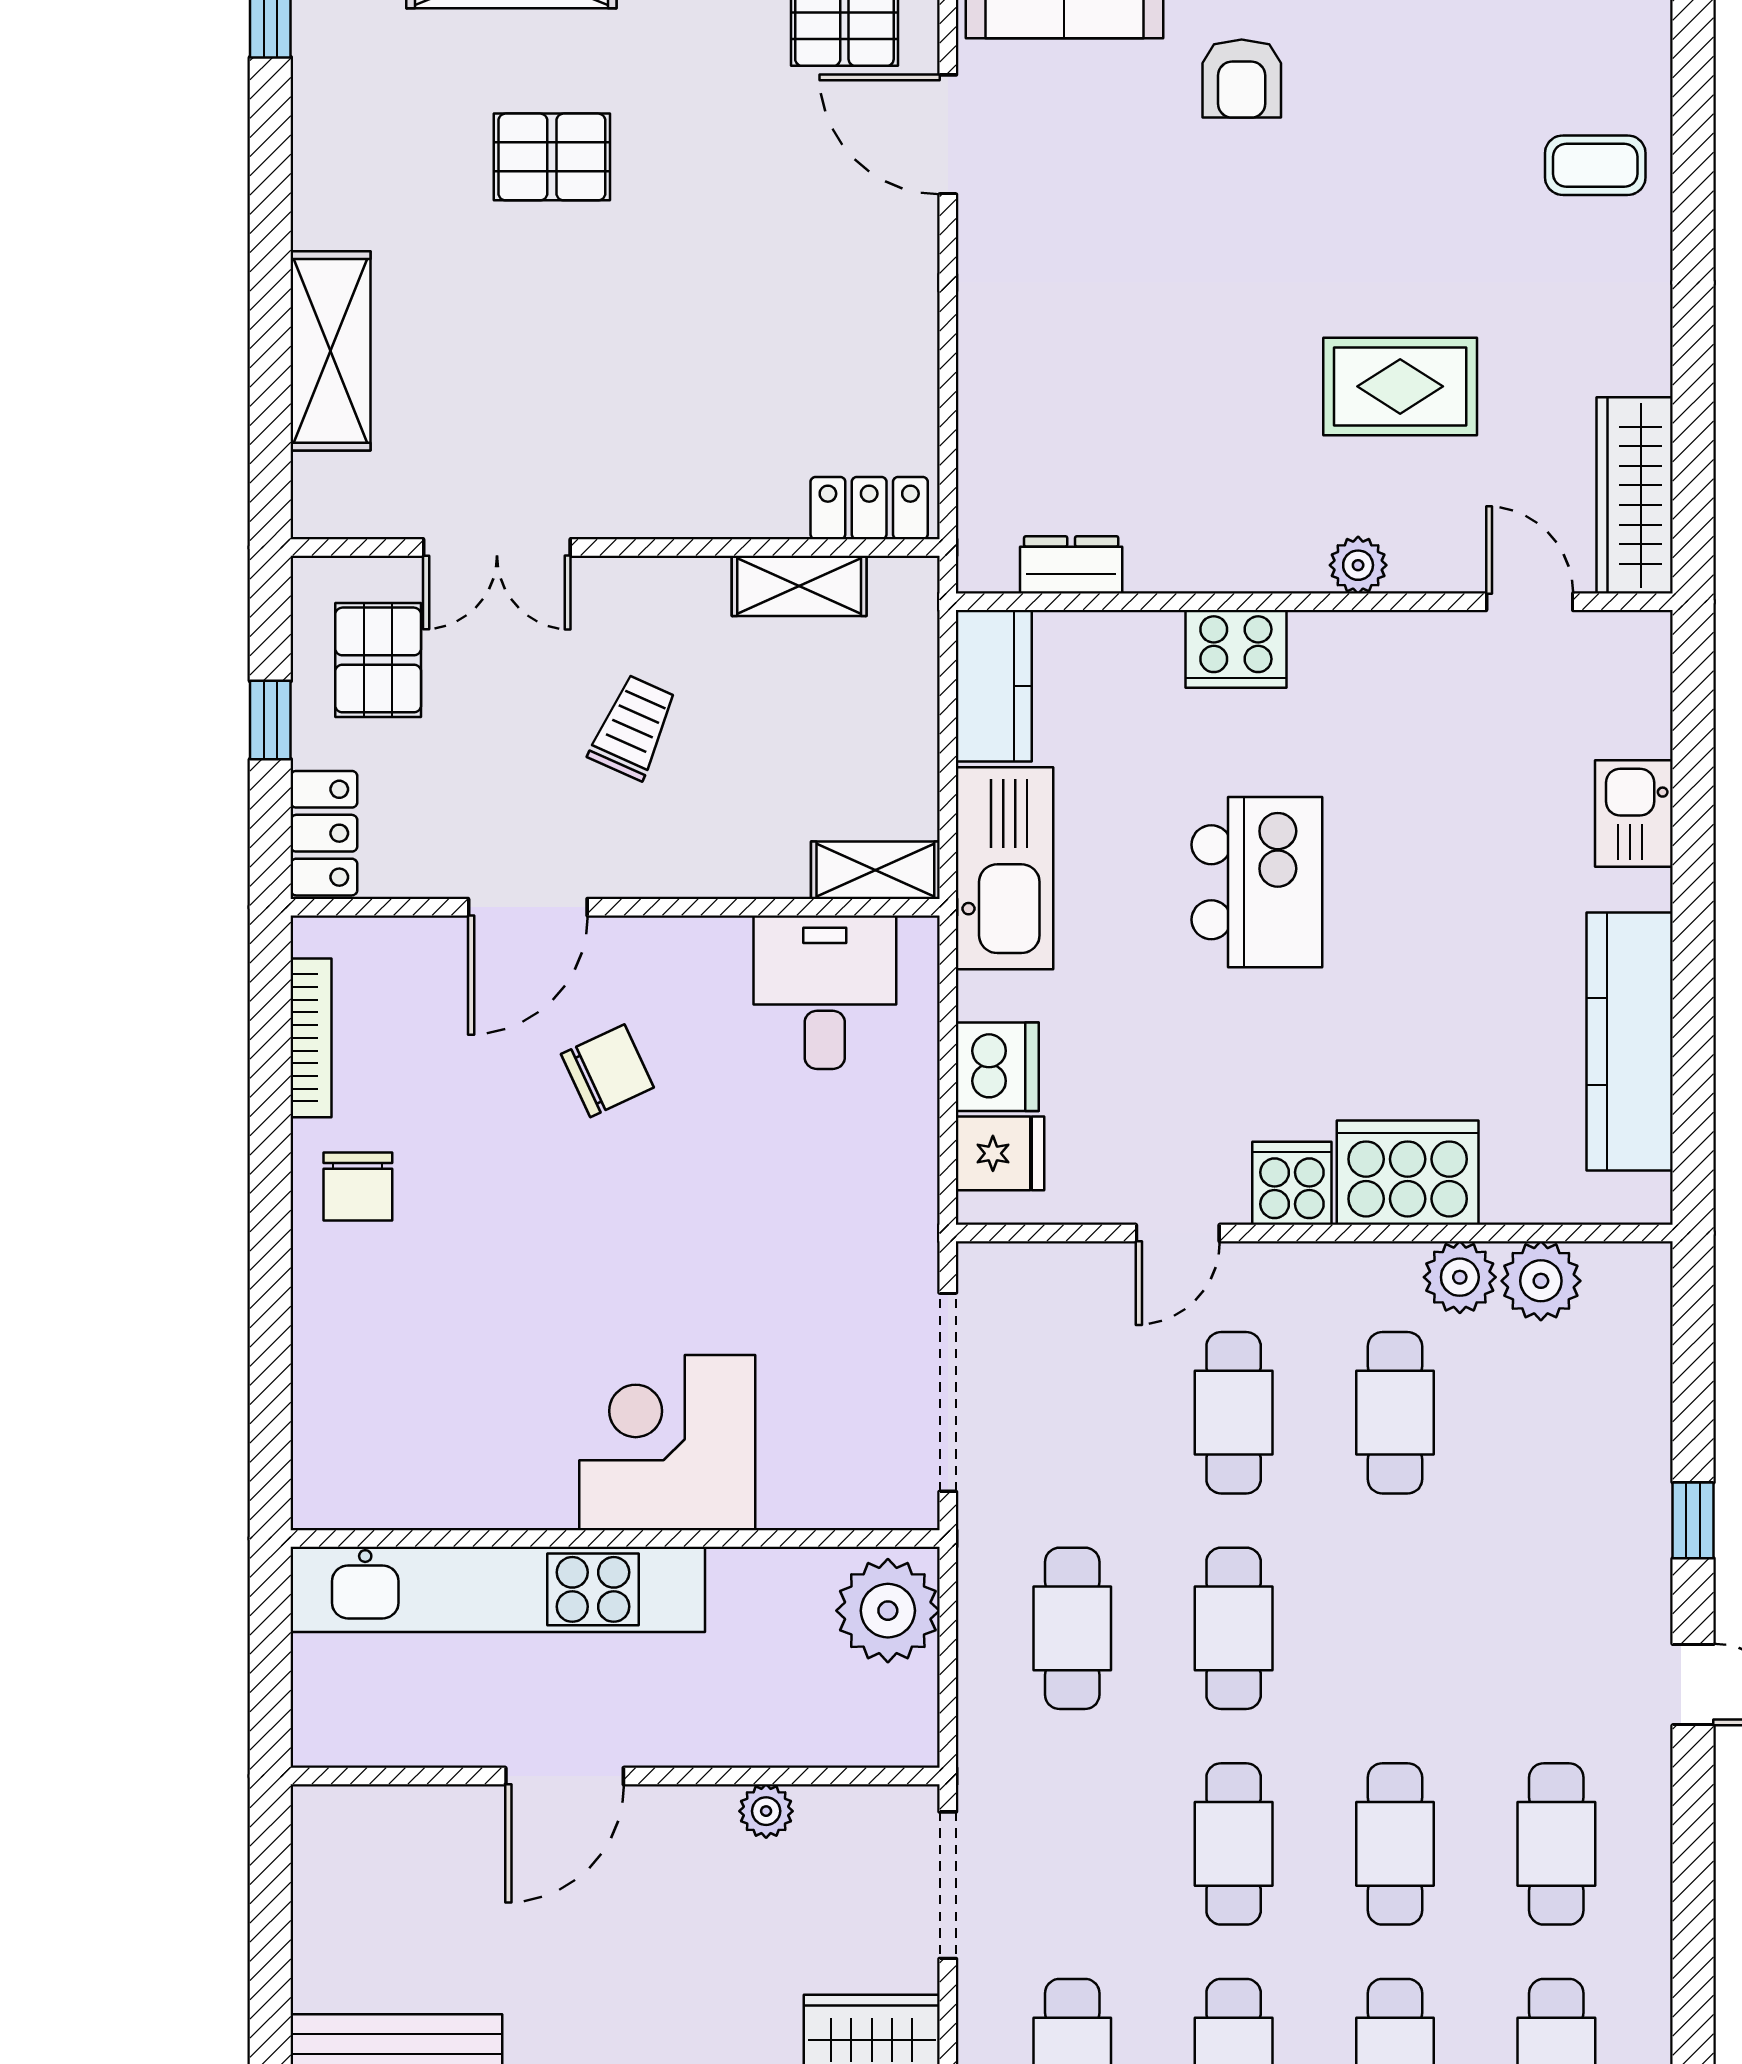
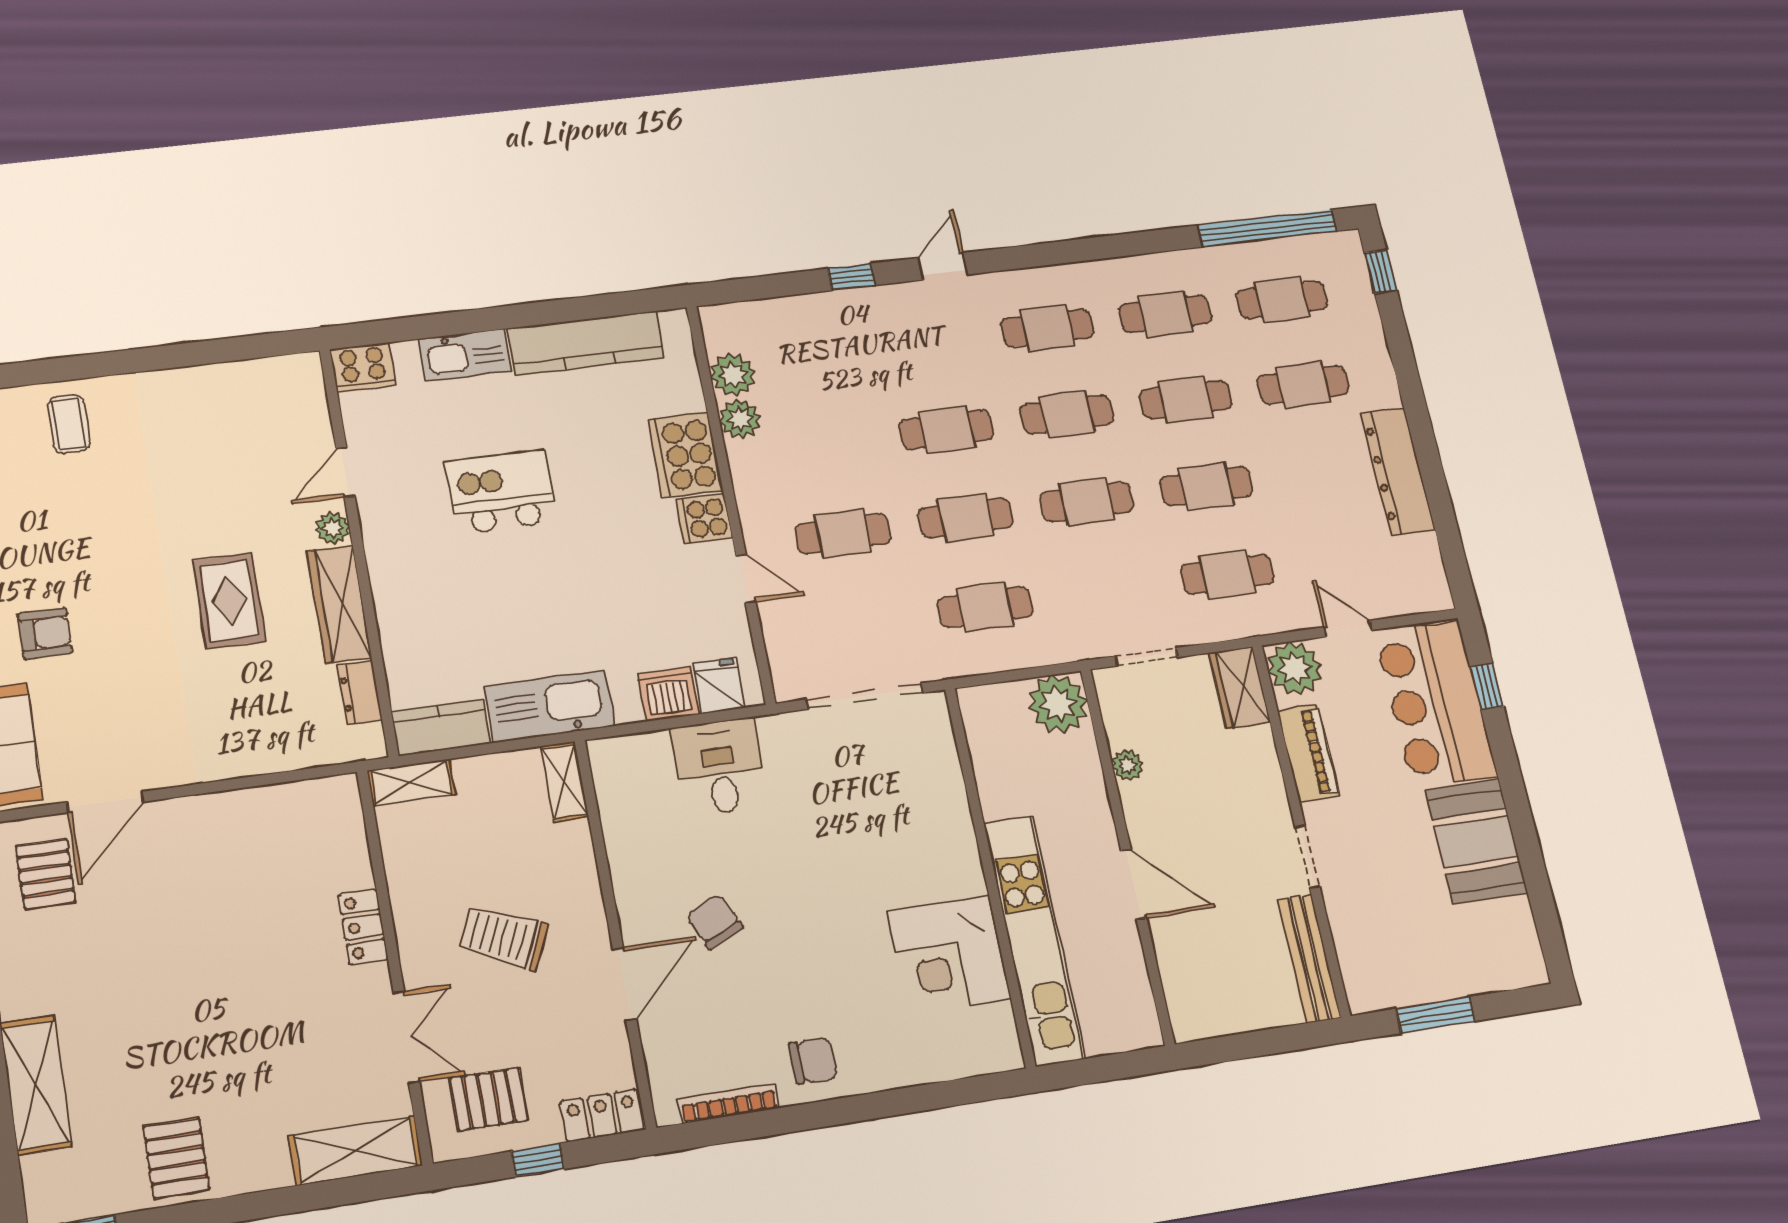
pallet: (552, 157) -> (176, 1158), moved
shelving: (331, 351) -> (356, 1151), moved
rug: (1400, 386) -> (229, 601), moved
wardrobe: (1635, 495) -> (339, 604), moved, turned 90
locker: (869, 508) -> (363, 927), moved
shelving: (799, 586) -> (411, 782), moved, turned 90
door: (1530, 602) -> (345, 472), moved
cooker: (1236, 649) -> (363, 367), moved, turned 90
trolley: (633, 727) -> (503, 937), width x1.36, depth x1.39
kitchen sink: (1634, 813) -> (465, 355), width x1.38
kitchen island: (1257, 882) -> (501, 492), moved
door: (528, 907) -> (625, 984), hinge flipped
desk: (825, 992) -> (719, 767), moved, turned 90
cafe table: (1395, 1413) -> (946, 430), moved
corner desk: (667, 1443) -> (949, 955), moved
plant: (888, 1611) -> (1058, 704), moved
doorway: (948, 1885) -> (1146, 657), width x0.73

